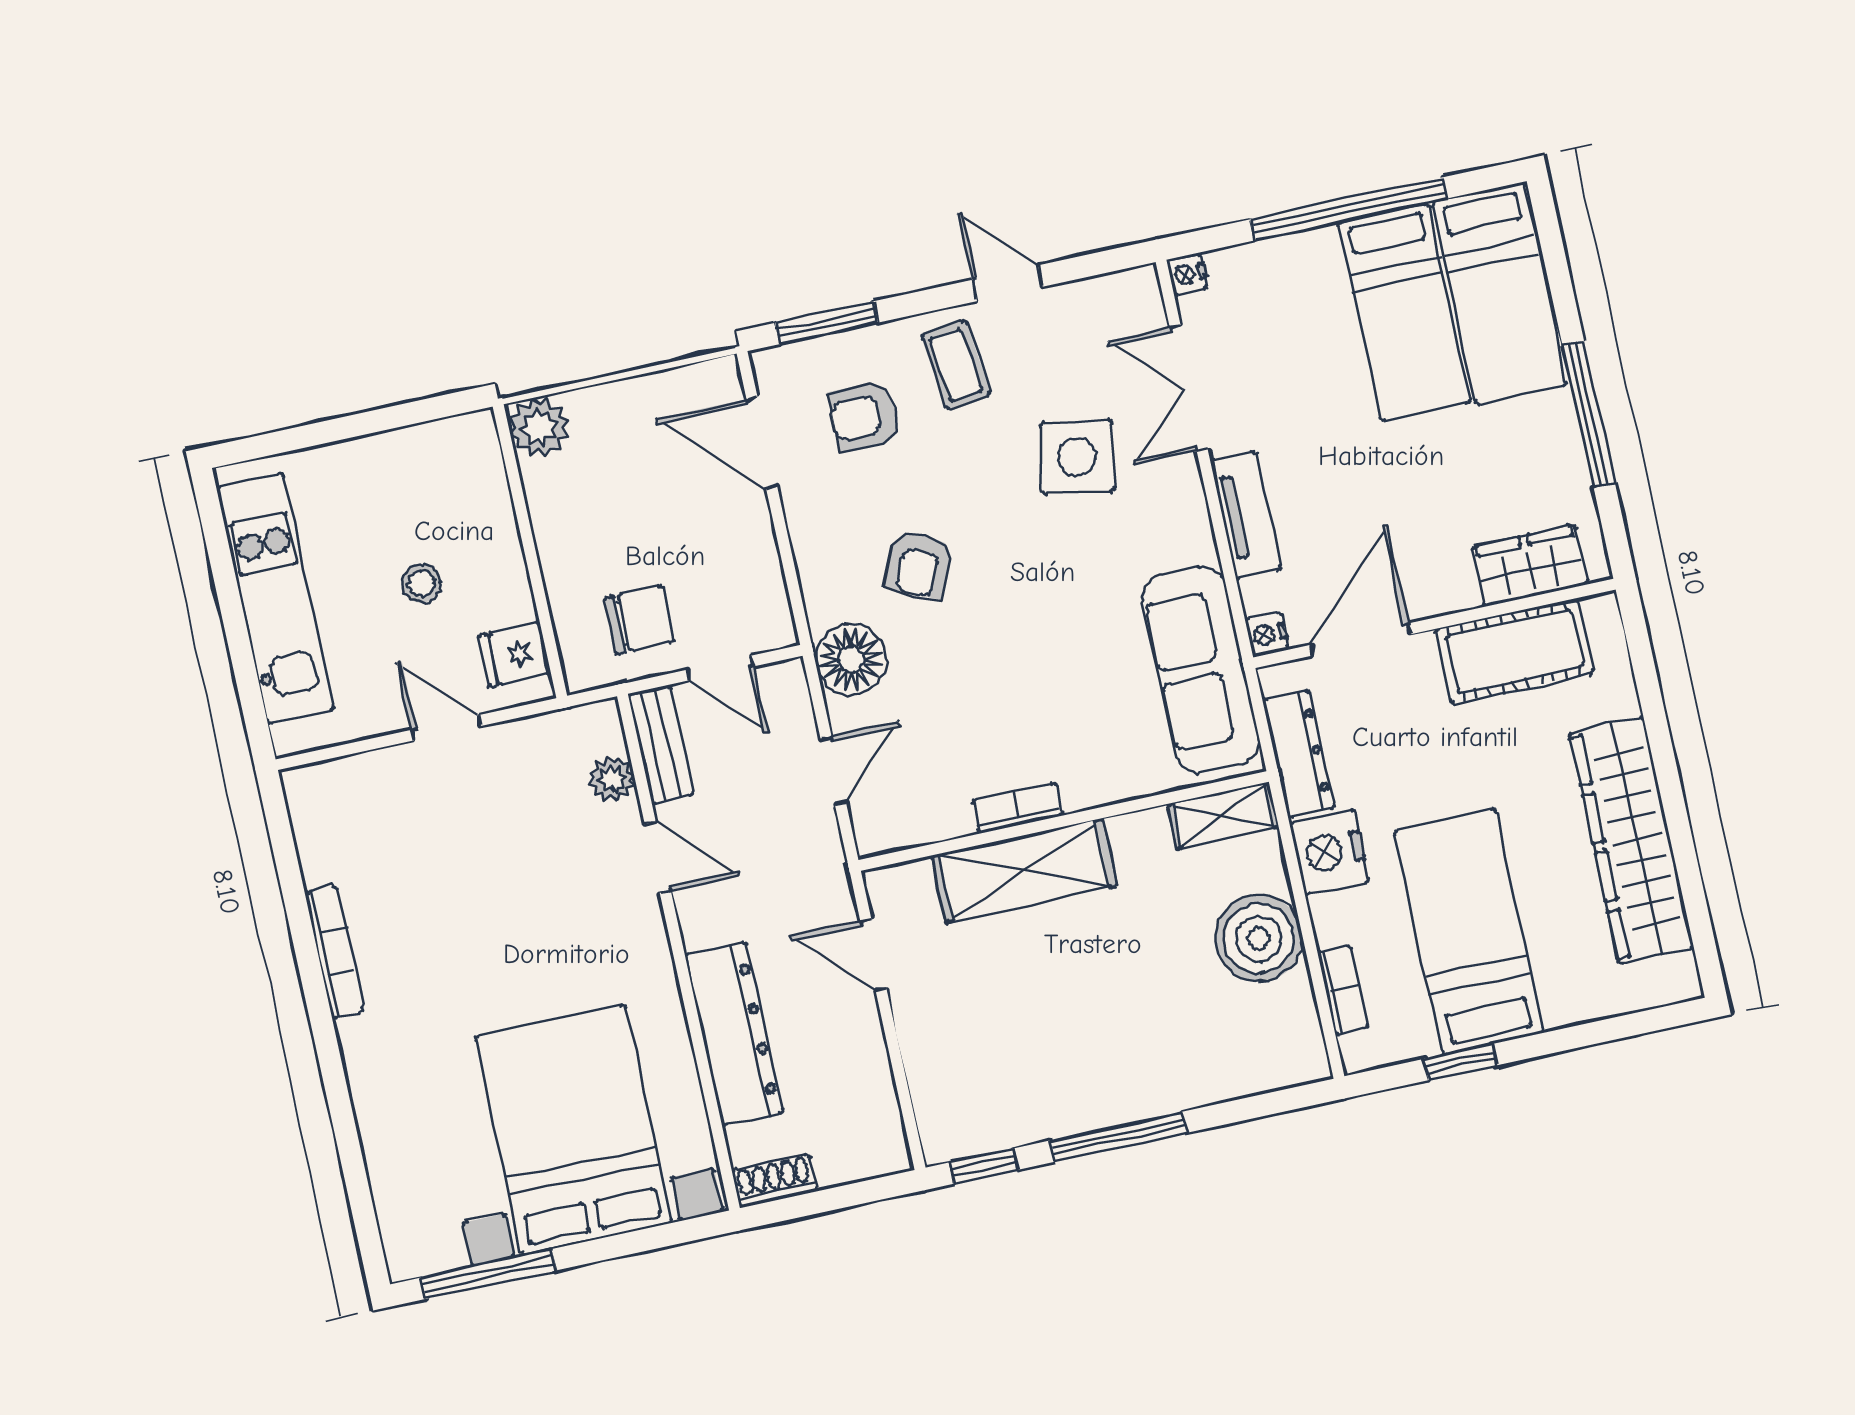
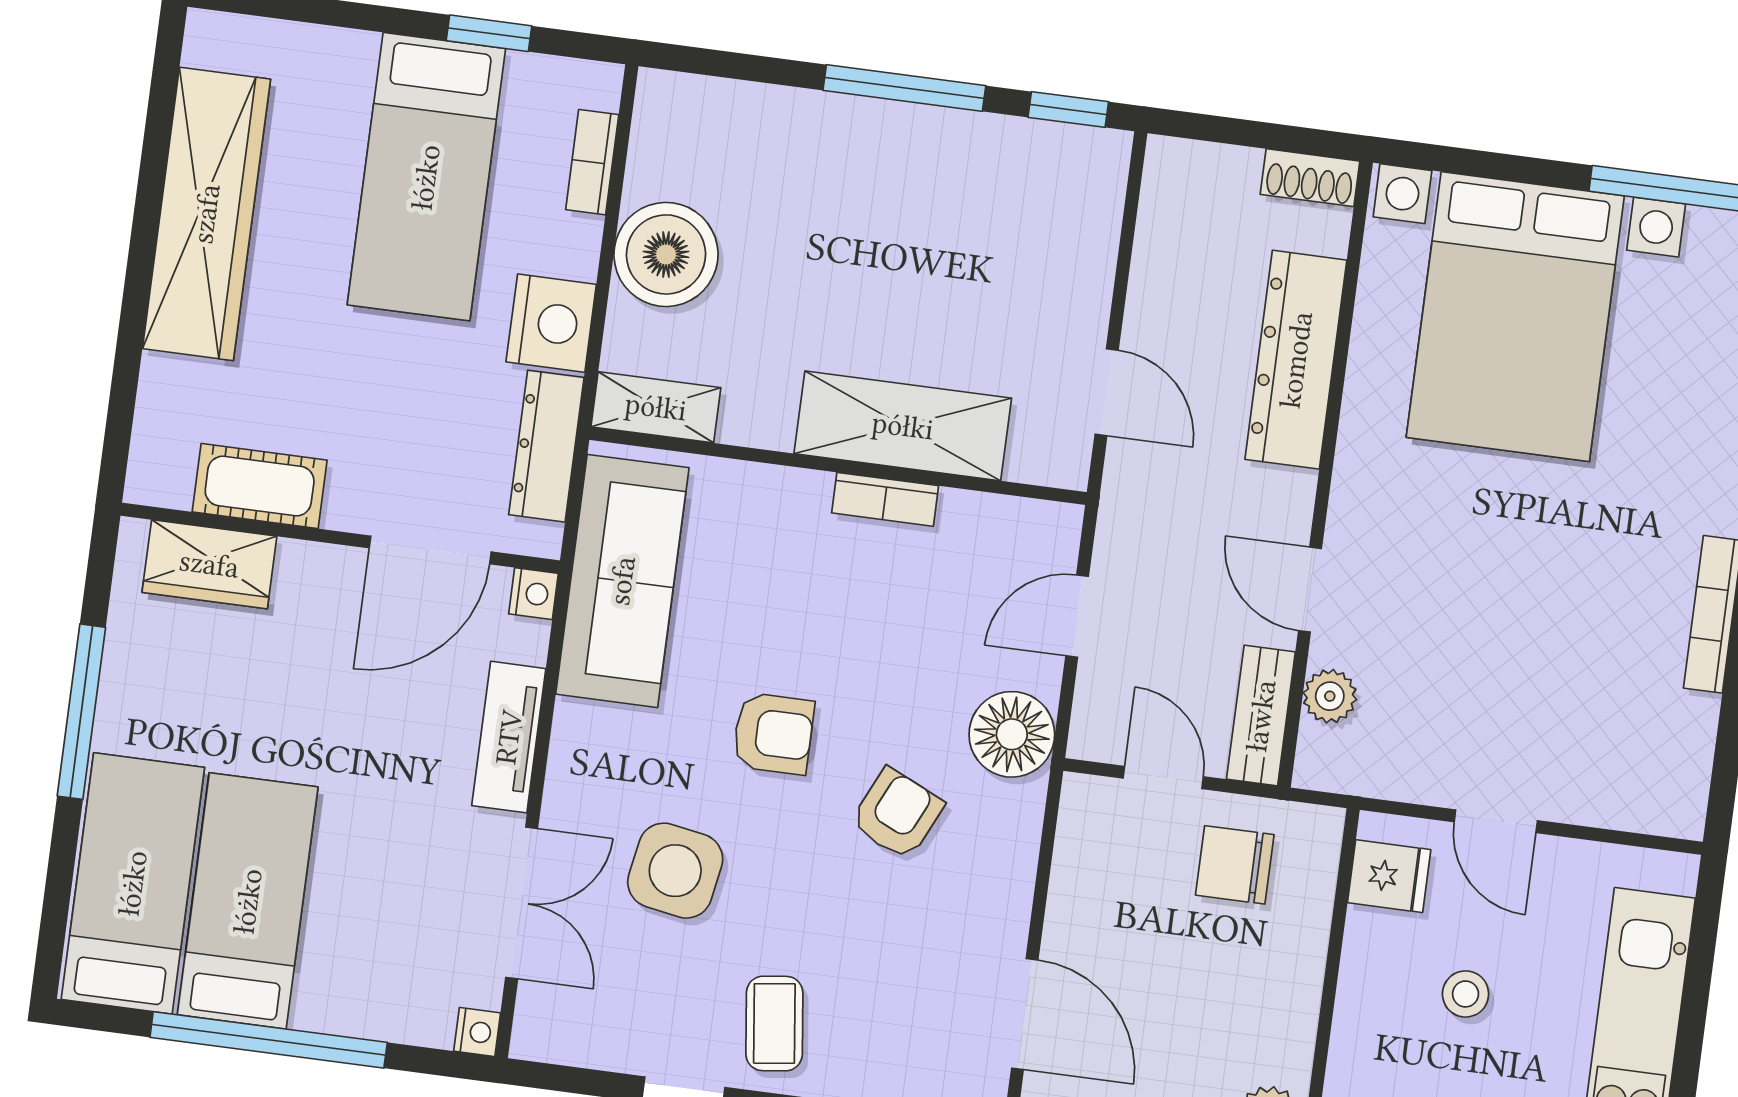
armchair: (865, 416) -> (773, 734), moved
cot: (1515, 651) -> (260, 486), width x0.73, depth x0.75

